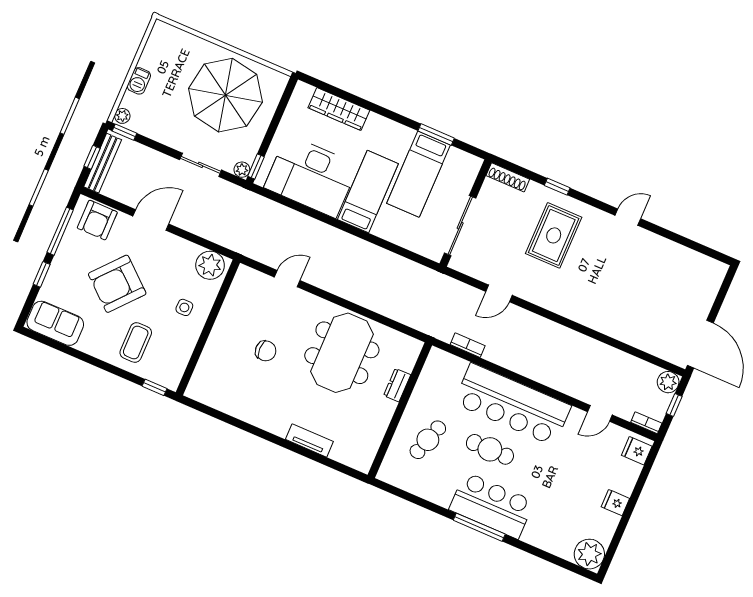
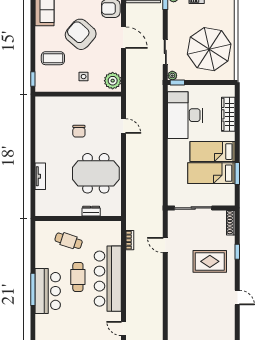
bed: (368, 192) -> (212, 152), moved, turned 180

